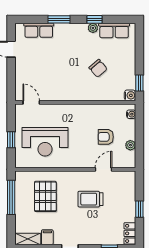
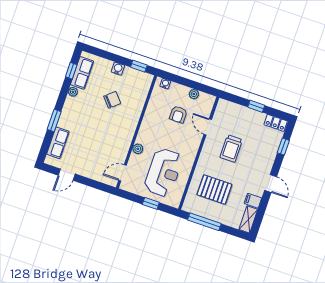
window: (95, 19) -> (71, 71), moved
water cooler: (130, 95) -> (118, 69), moved
plant: (59, 109) -> (138, 149), added

